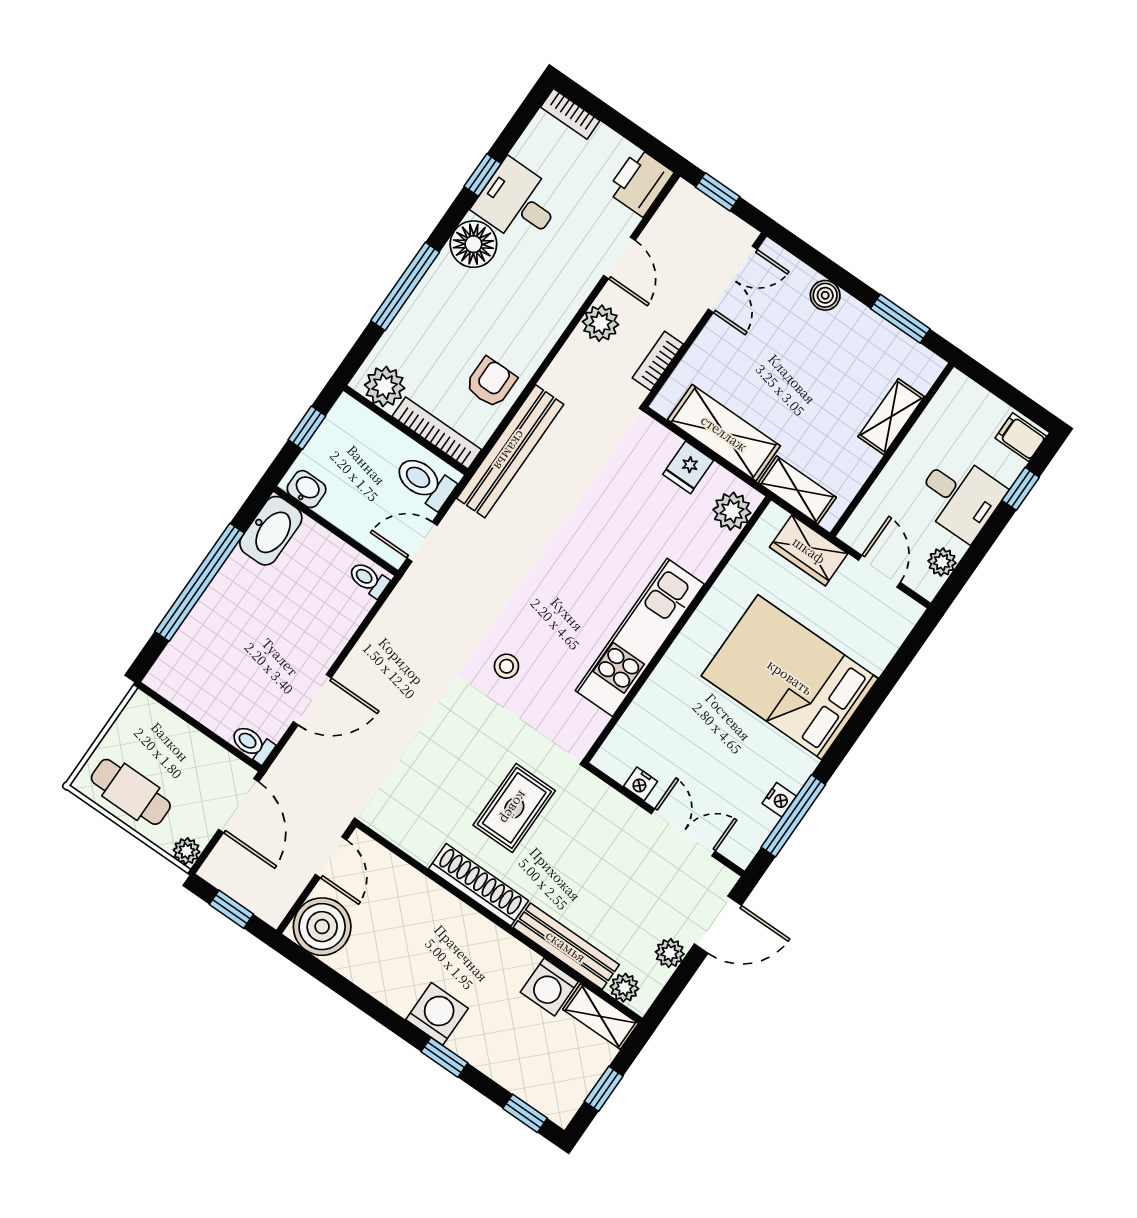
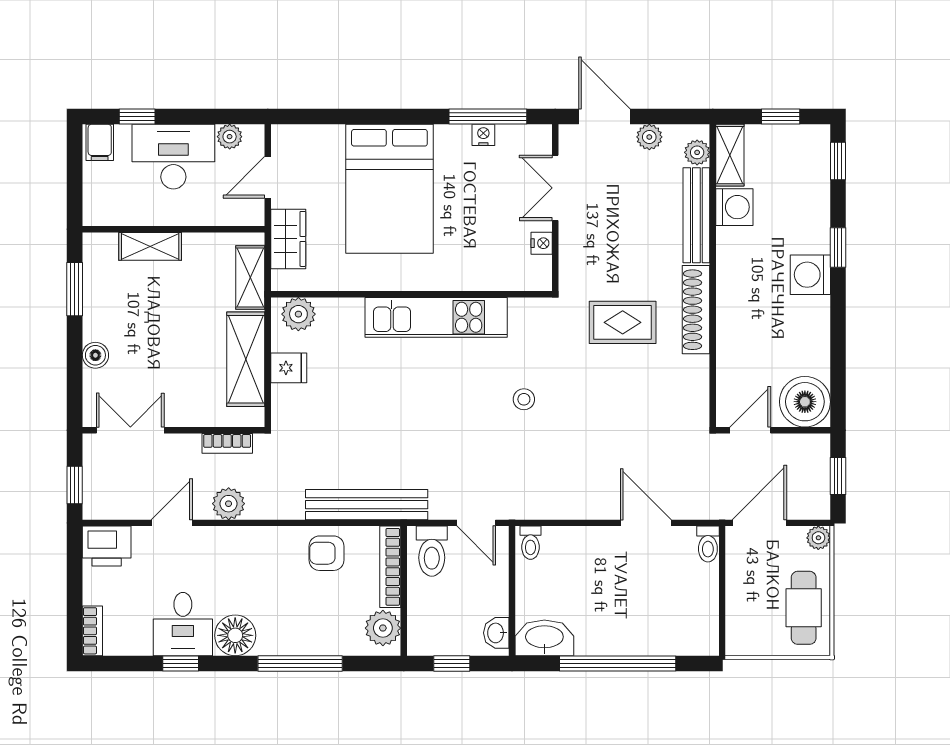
desk: (960, 497) -> (173, 157), width x1.37

